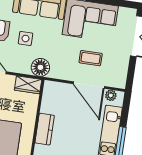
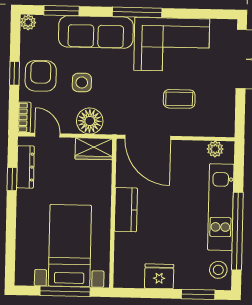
floor lamp: (40, 67) -> (90, 121), moved
door: (89, 85) -> (148, 137), moved

